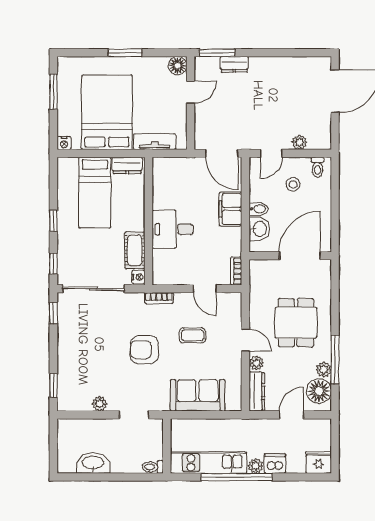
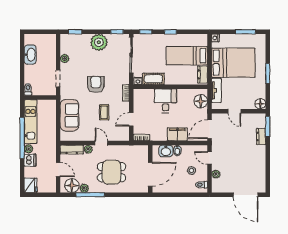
door: (191, 92) -> (234, 111), moved
floor lamp: (173, 169) -> (201, 101), added
door: (300, 256) -> (150, 174), hinge flipped
door: (245, 340) -> (101, 143), swing flipped
plant: (72, 344) -> (99, 42), added

